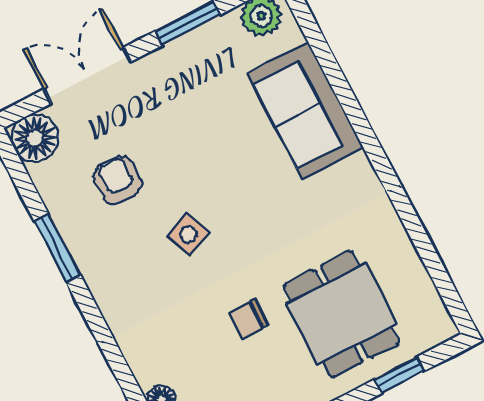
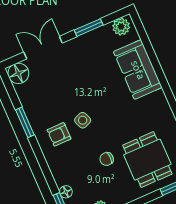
armchair: (118, 180) -> (59, 134), moved, turned -90

